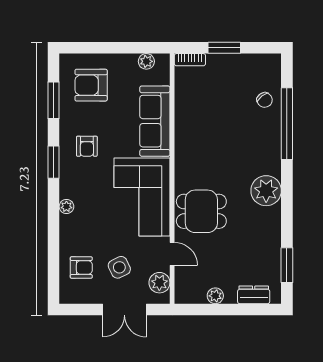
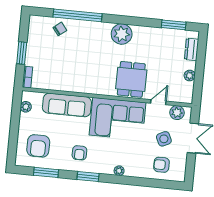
armchair: (87, 146) -> (79, 153), turned 90
armchair: (81, 267) -> (161, 165), turned -90

